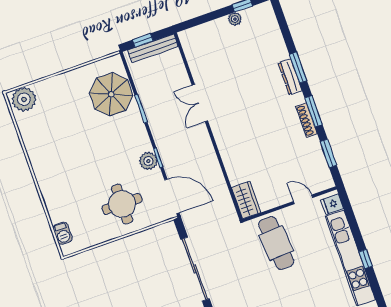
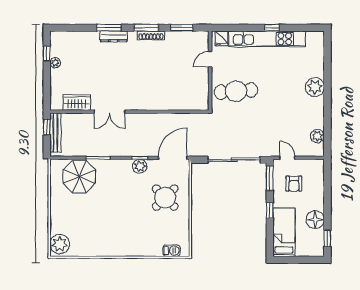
window: (143, 40) -> (47, 127), moved
wardrobe: (246, 200) -> (77, 103), moved
round table: (122, 204) -> (165, 198), turned 45

